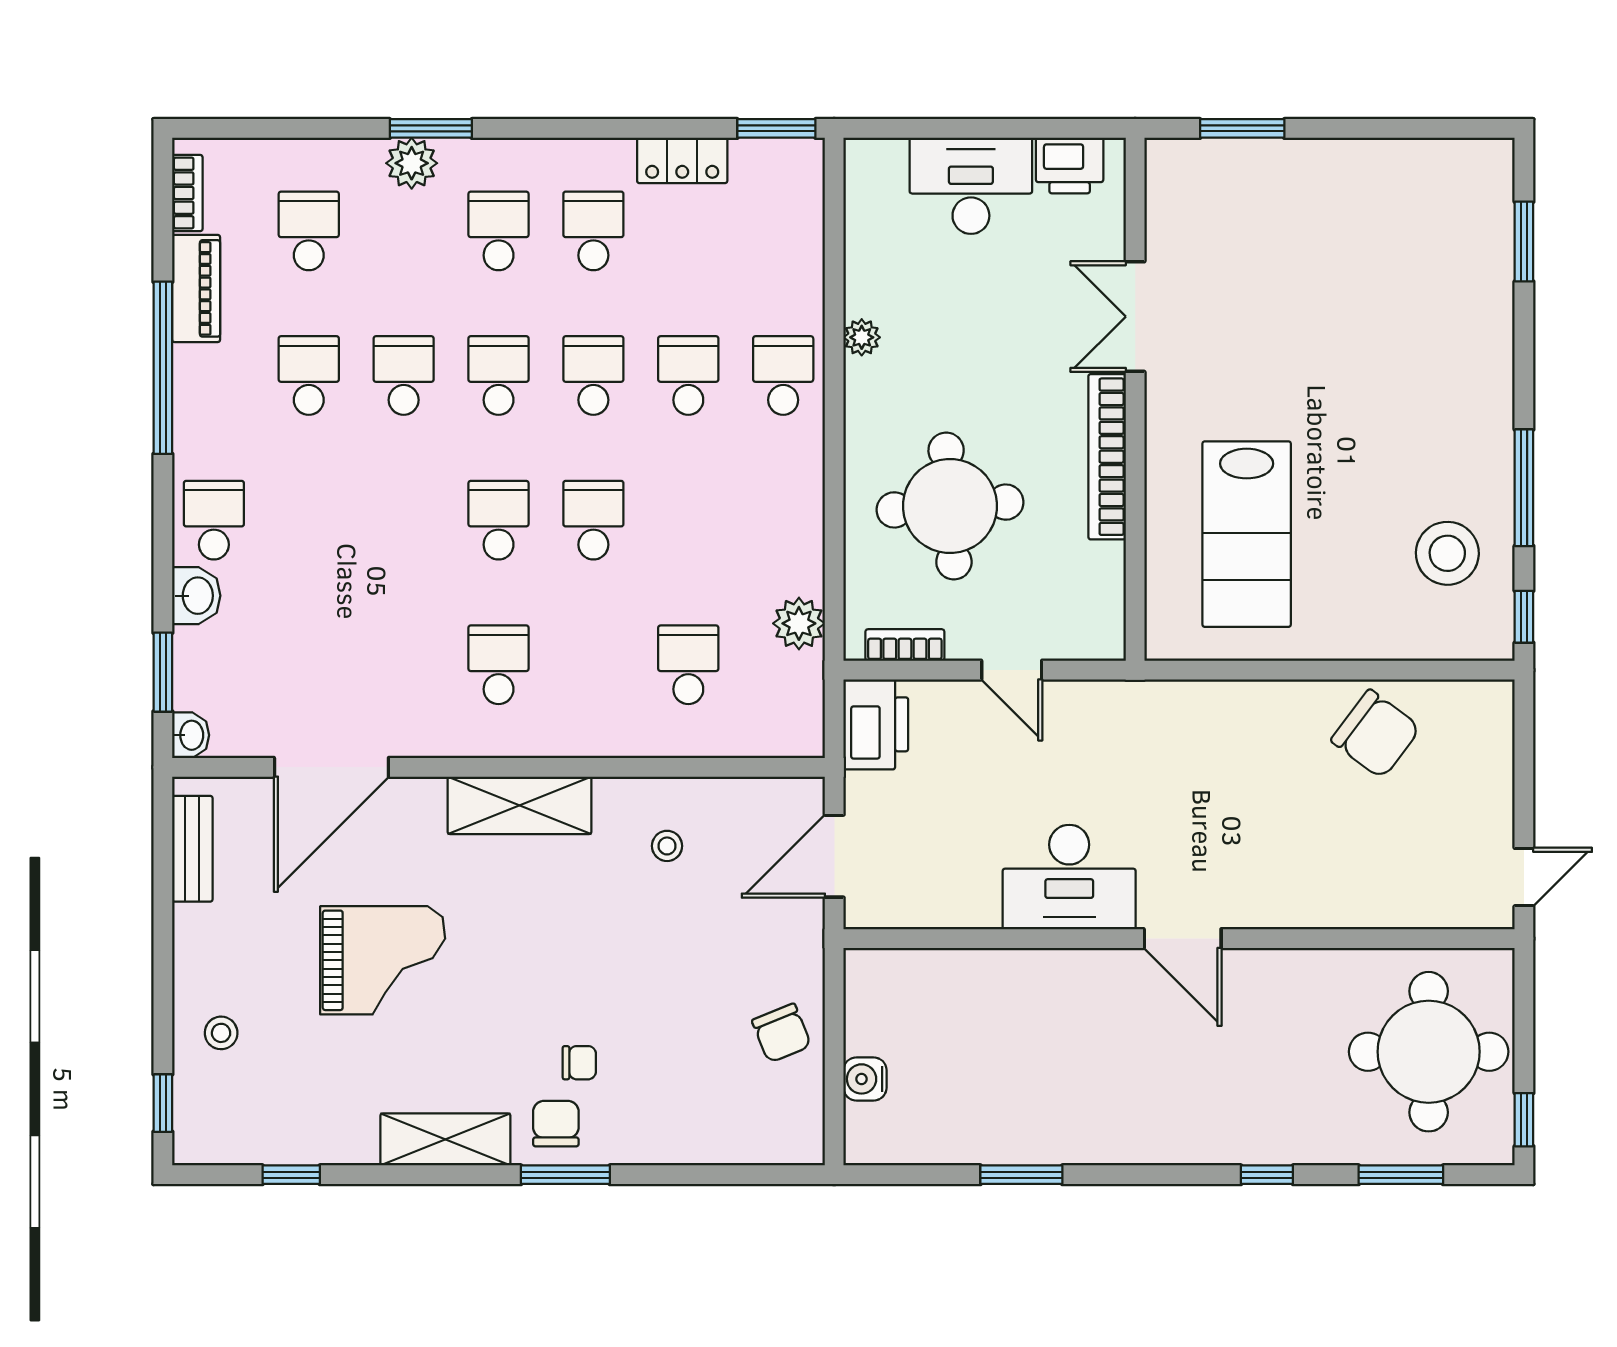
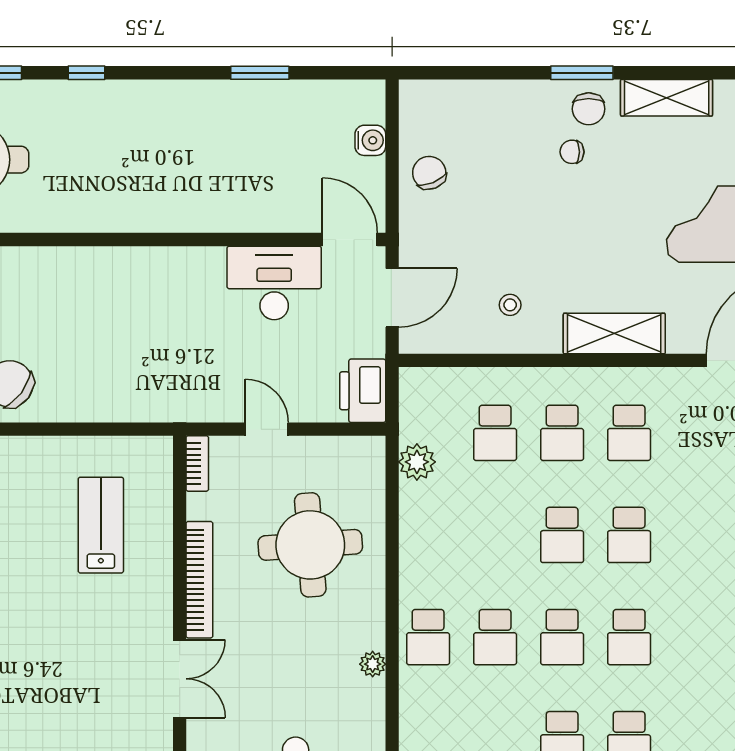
school desk: (404, 376) -> (562, 433), moved
lab bench: (1247, 534) -> (101, 525), width x0.73, depth x0.72
bookcase: (905, 645) -> (197, 463), moved, turned -90
desk: (1069, 877) -> (274, 283), moved
door: (1183, 939) -> (350, 239), moved

